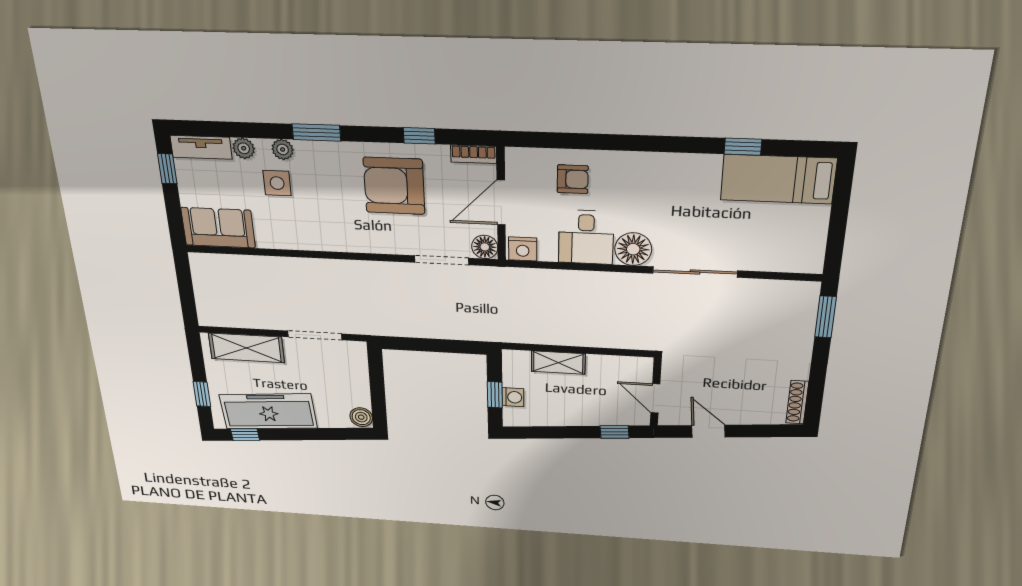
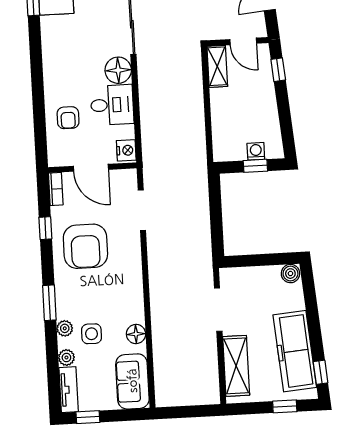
armchair: (573, 179) -> (68, 118), turned 180
floor lamp: (485, 247) -> (136, 334), moved
shelving: (558, 363) -> (217, 66), moved
door: (655, 398) -> (243, 41), hinge flipped

